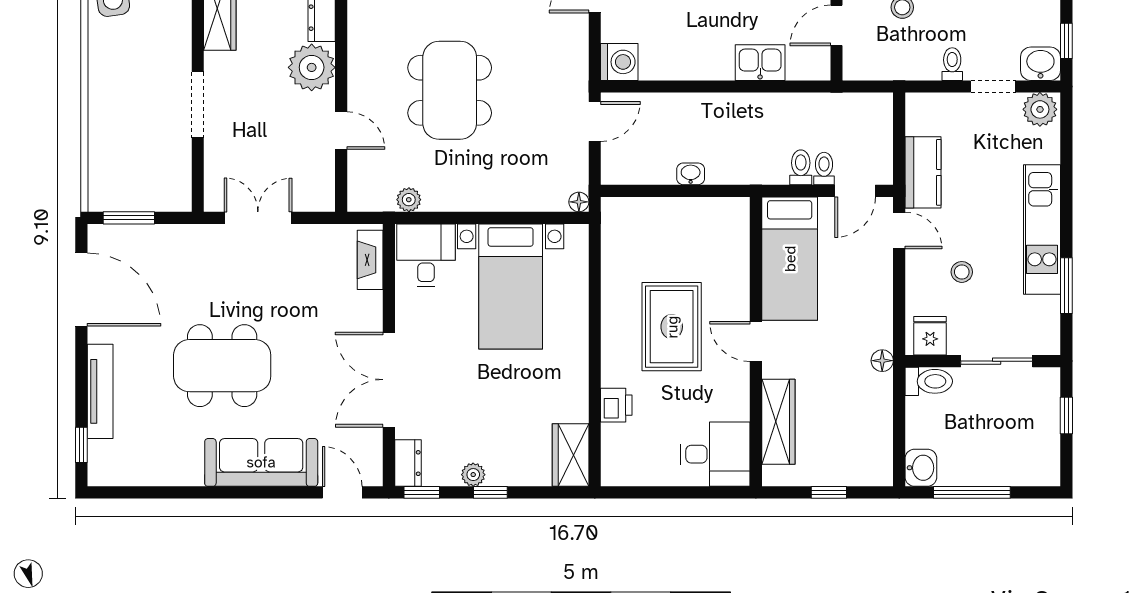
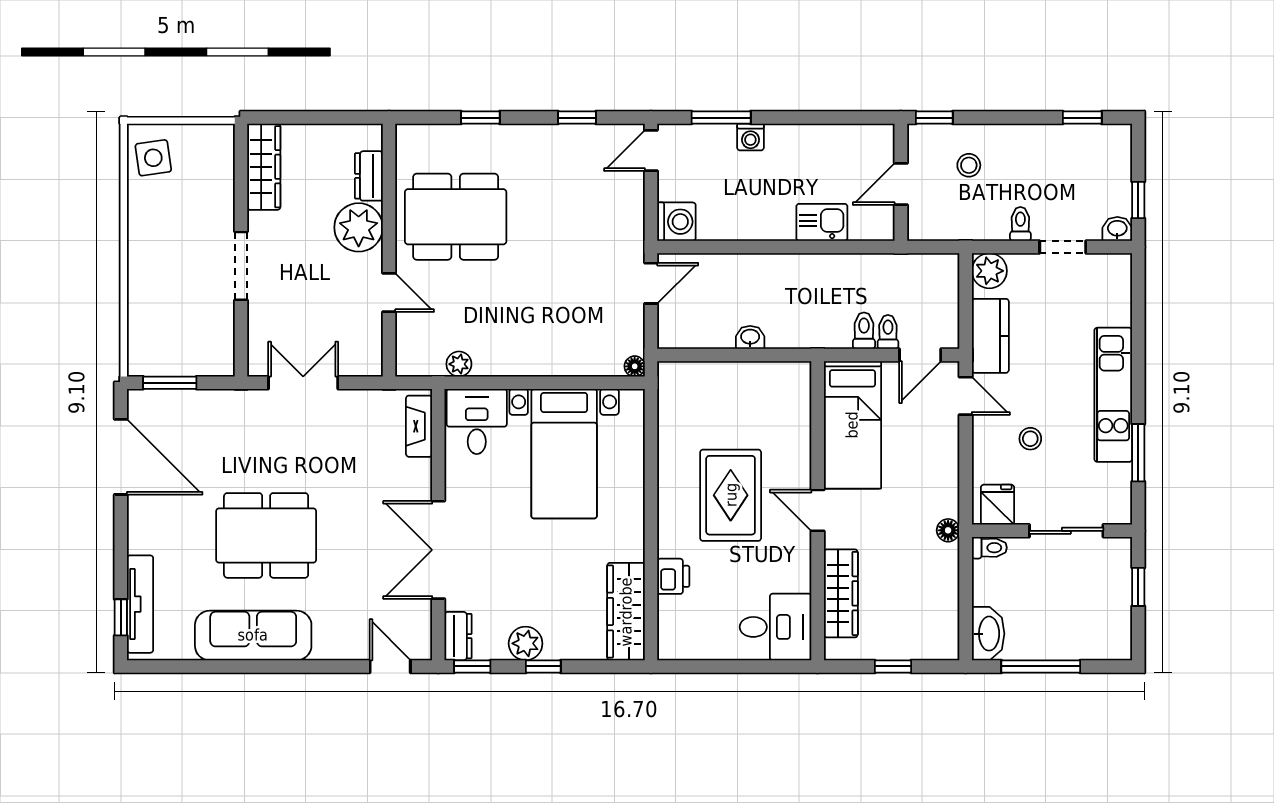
washbasin: (1040, 64) -> (1117, 229), width x0.72, depth x0.69
dining table: (450, 90) -> (456, 217), moved, turned 90
plant: (1040, 109) -> (989, 271), moved
toilet: (929, 381) -> (989, 548), width x0.73, depth x0.72
tv unit: (100, 391) -> (140, 604), moved
wardrobe: (571, 455) -> (626, 612), width x1.50
sofa: (261, 462) -> (253, 635), moved
washbasin: (921, 468) -> (988, 634), width x1.38
plant: (473, 475) -> (526, 643), width x1.38, depth x1.38

